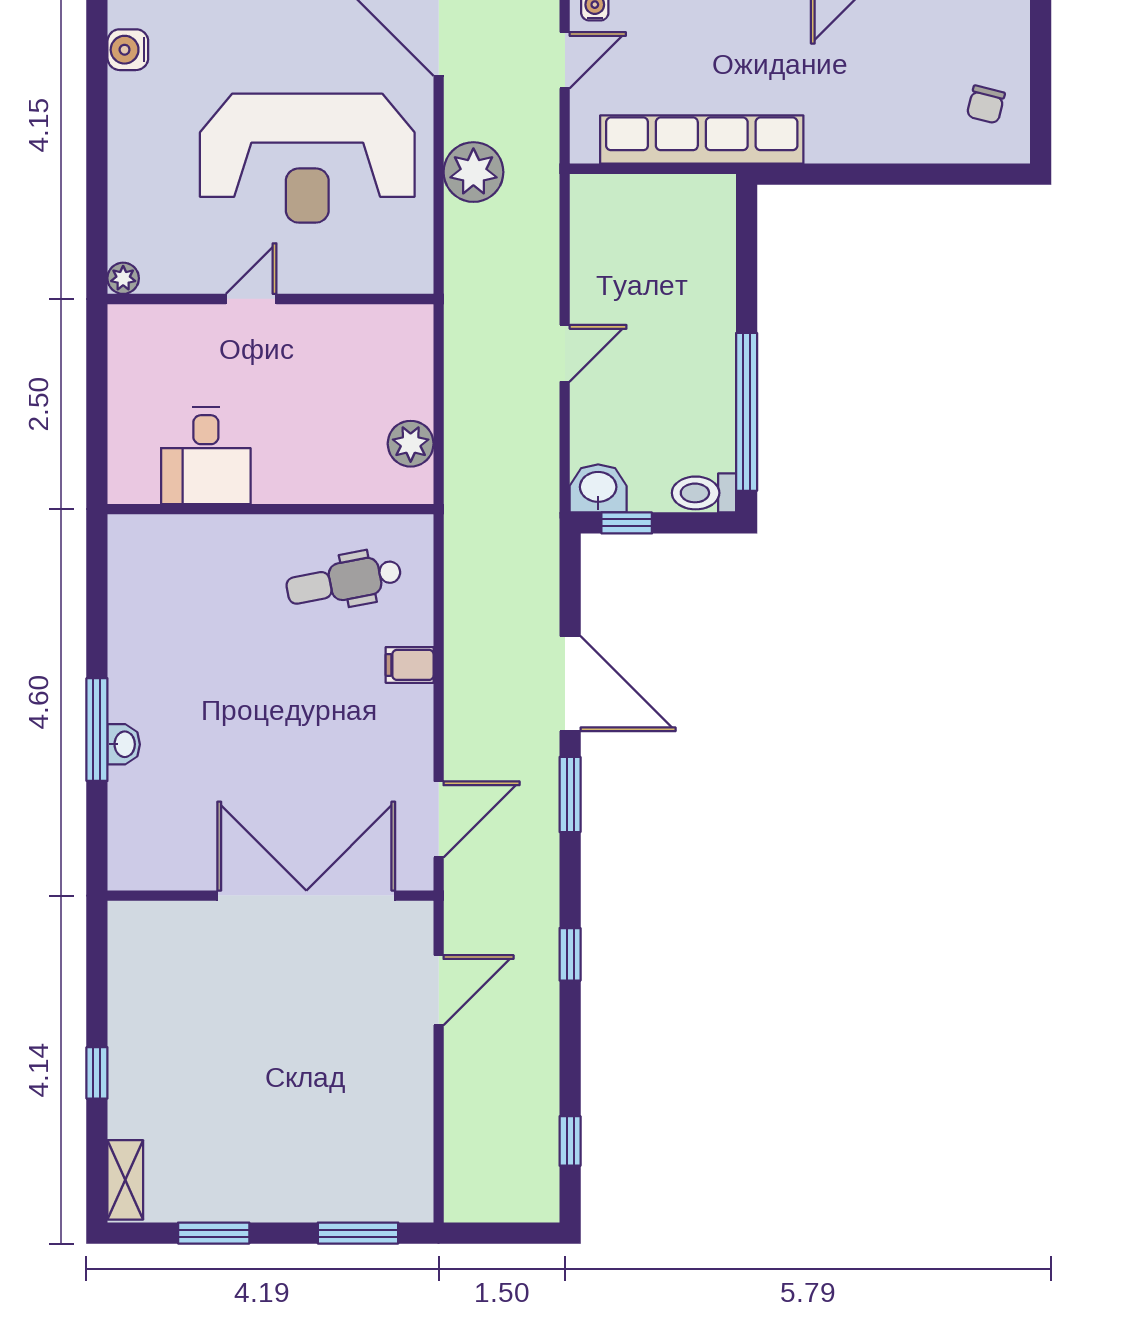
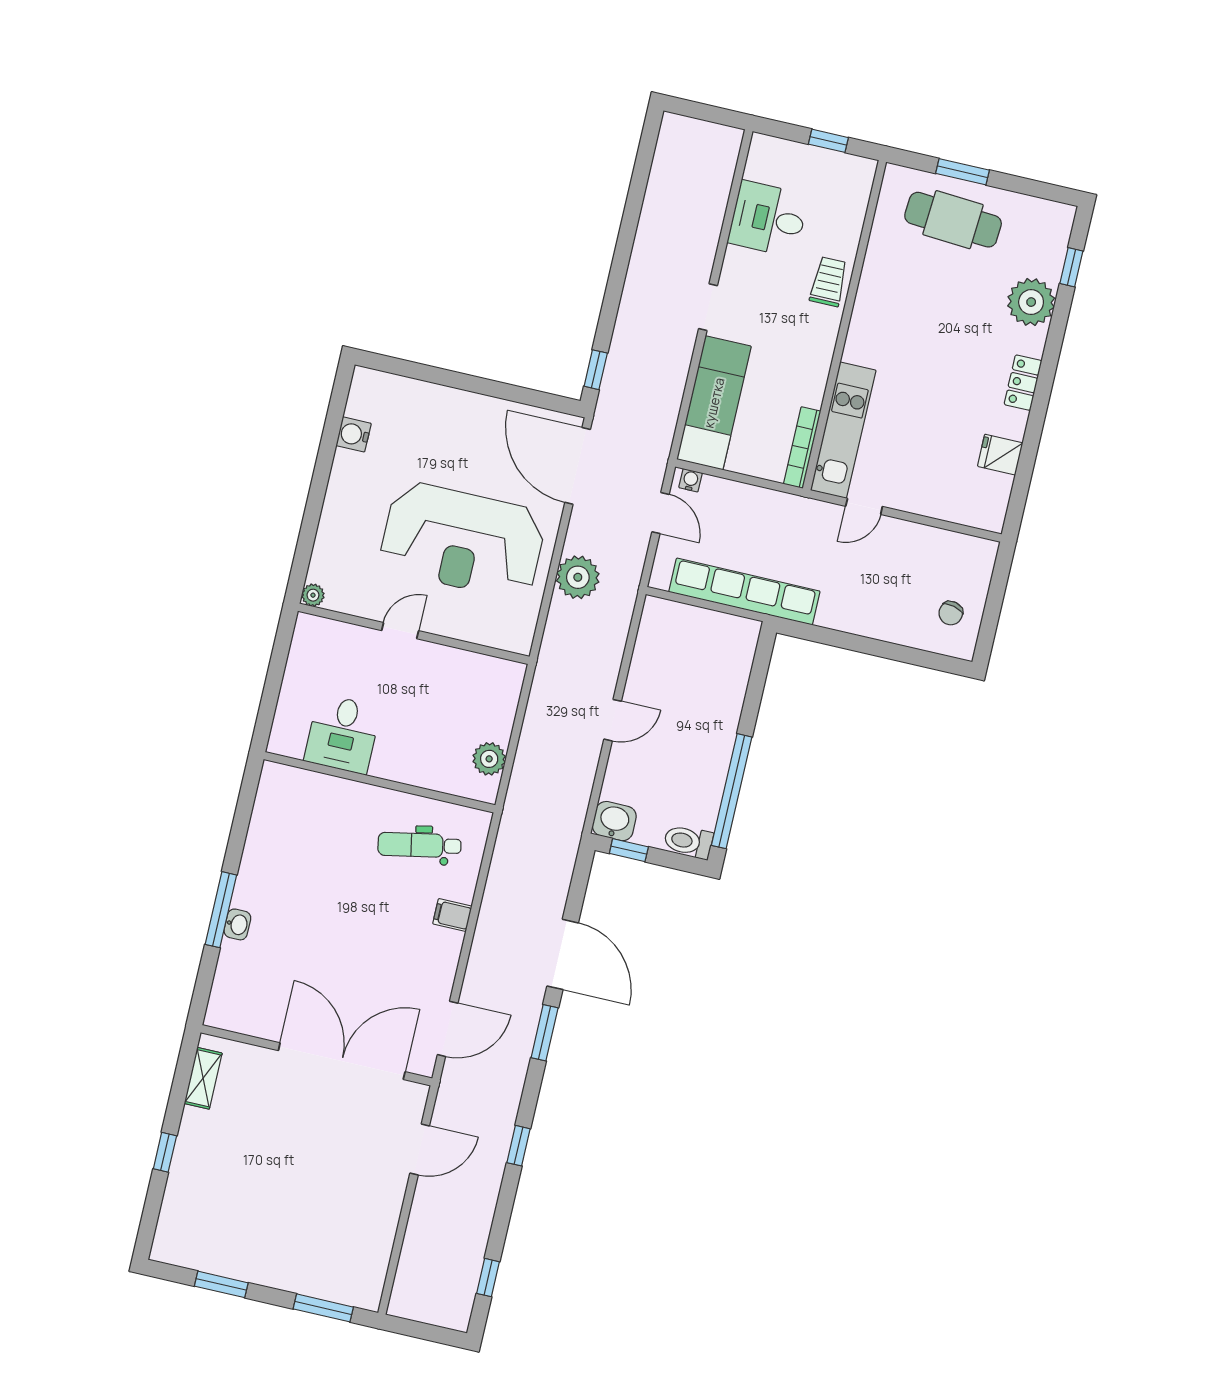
door: (565, 60) -> (660, 513), hinge flipped
shelving: (125, 1180) -> (203, 1078), moved

